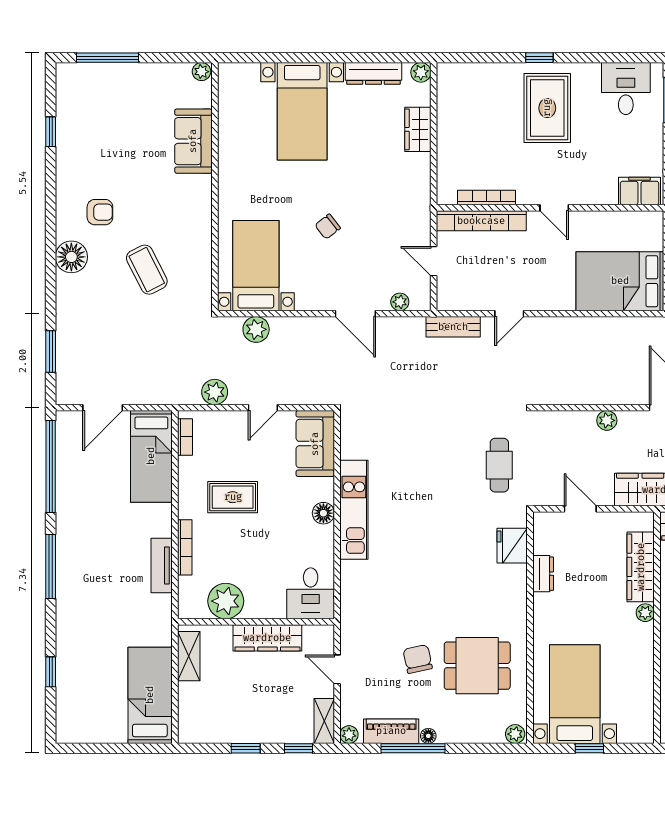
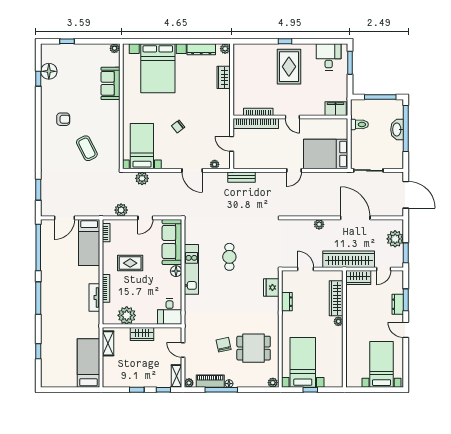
window: (107, 58) -> (67, 41), width x0.46
bed with nightstands: (302, 111) -> (158, 68), width x1.36
floor lamp: (71, 257) -> (49, 71), moved
door: (509, 314) -> (294, 170), moved
sofa: (315, 444) -> (172, 242), width x1.36
cafe table: (499, 465) -> (229, 257), moved
wardrobe: (267, 638) -> (142, 334), width x0.67

